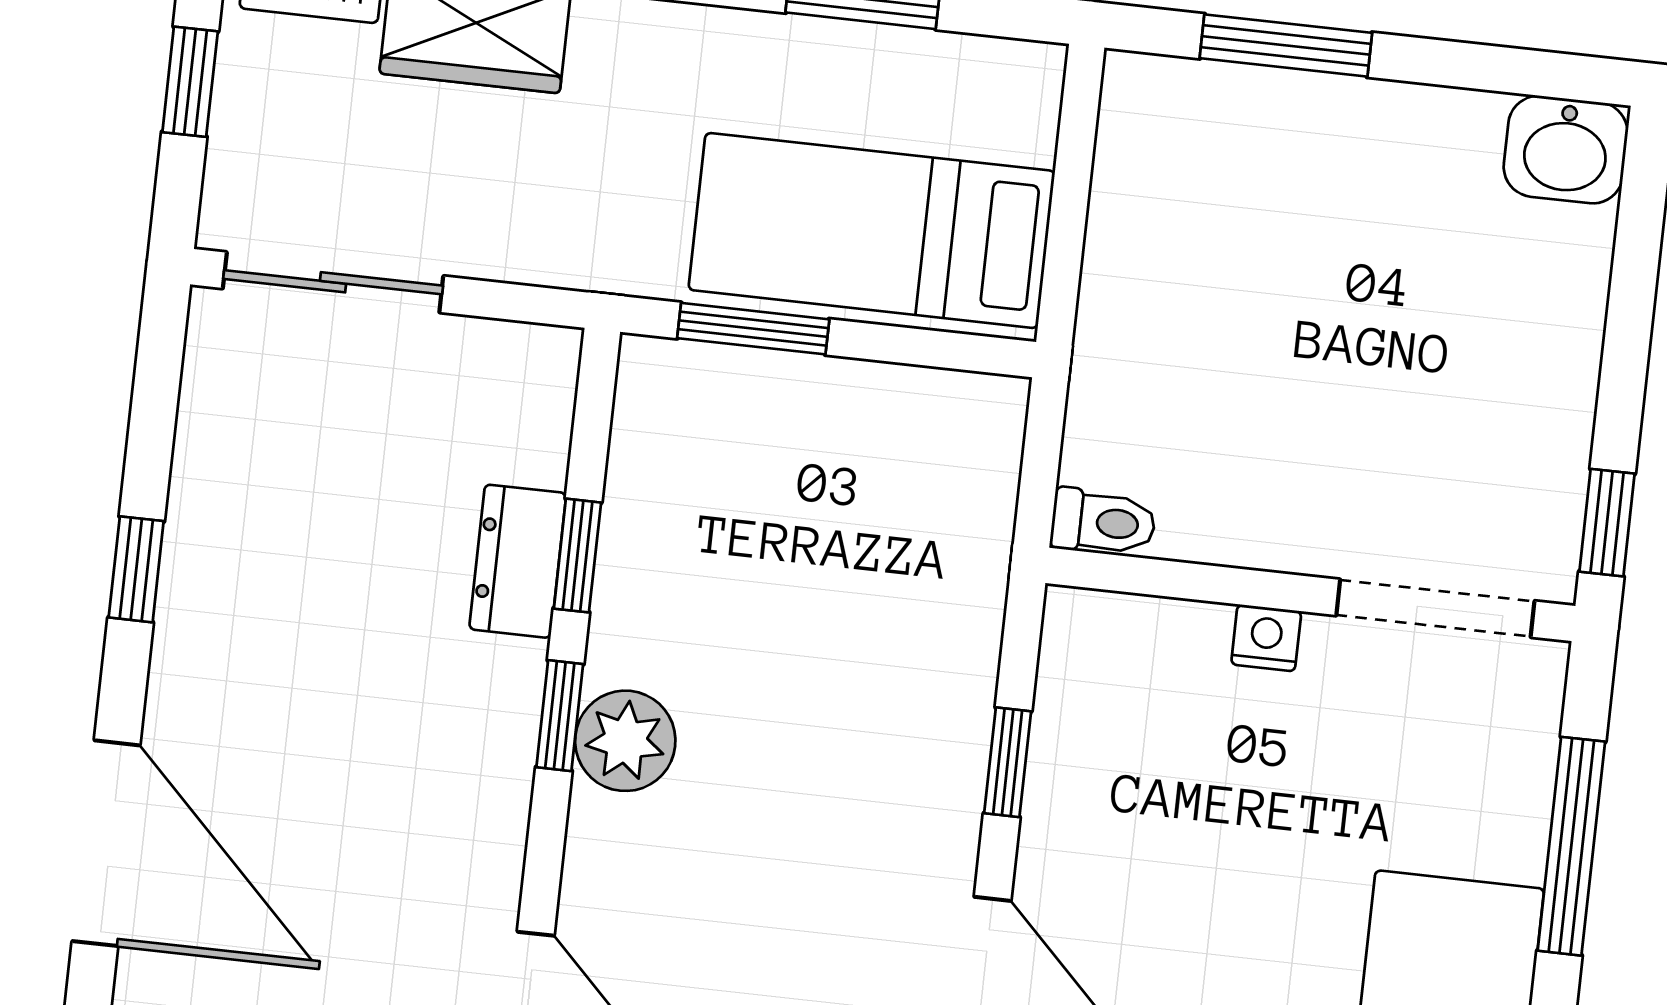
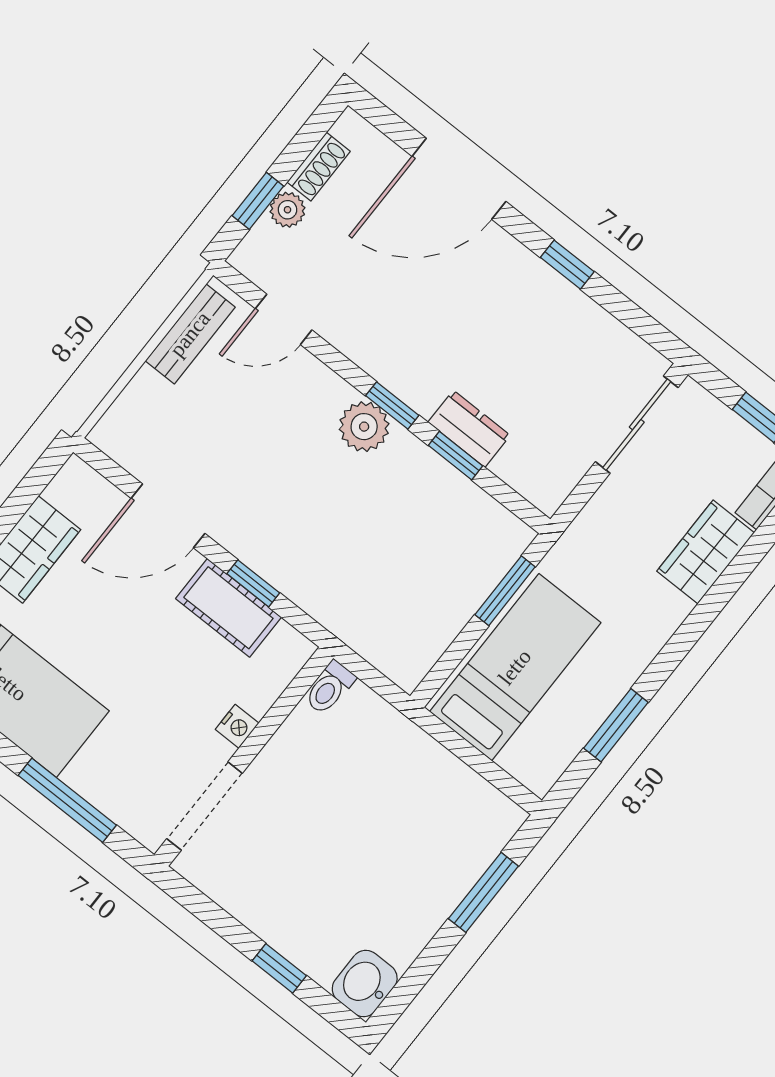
window: (1607, 523) -> (279, 968), moved
cot: (1075, 778) -> (228, 608), added

